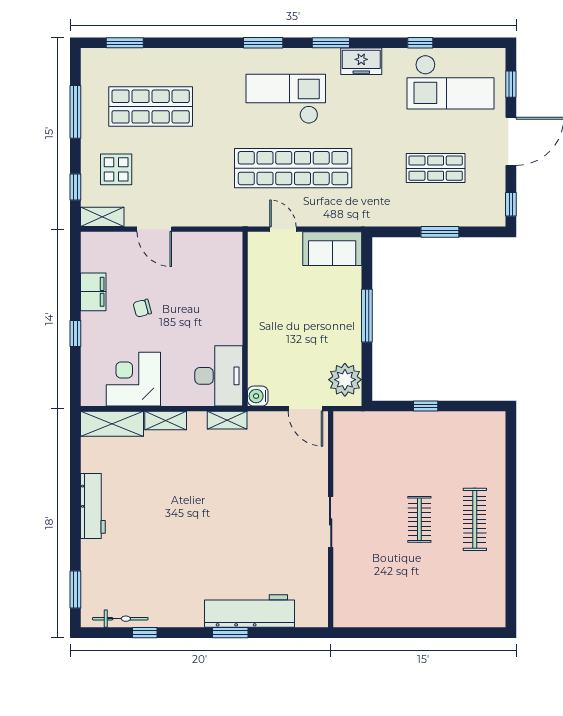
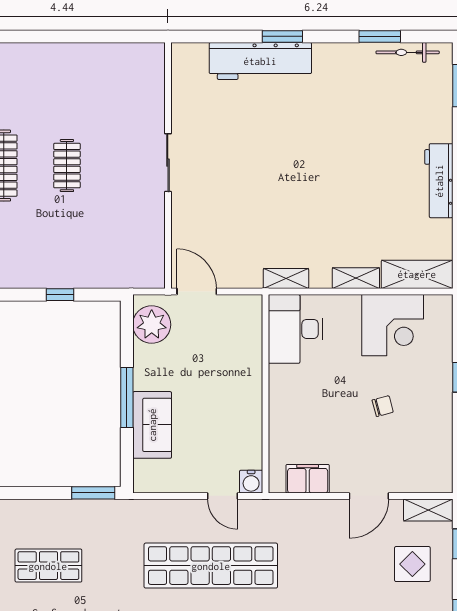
door: (154, 229) -> (369, 496), swing flipped
window: (440, 232) -> (93, 493), moved
sofa: (332, 249) -> (152, 425), moved, turned 90
filing cabinet: (93, 292) -> (308, 479), moved, turned 90
water cooler: (258, 396) -> (251, 482), moved, turned 90
window: (145, 633) -> (380, 36), width x1.50

